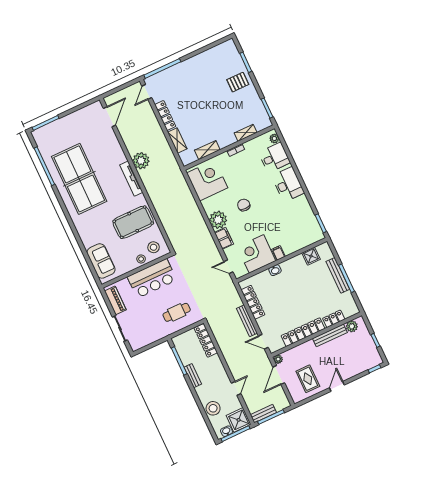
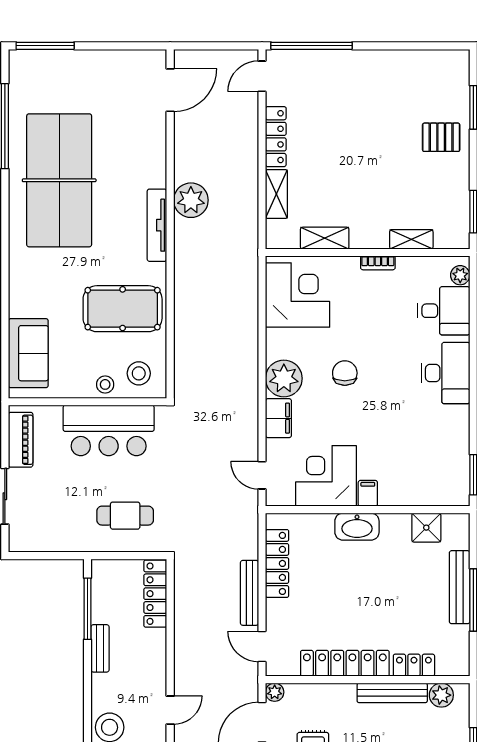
washbasin: (275, 270) -> (357, 527), width x1.91, depth x1.45

